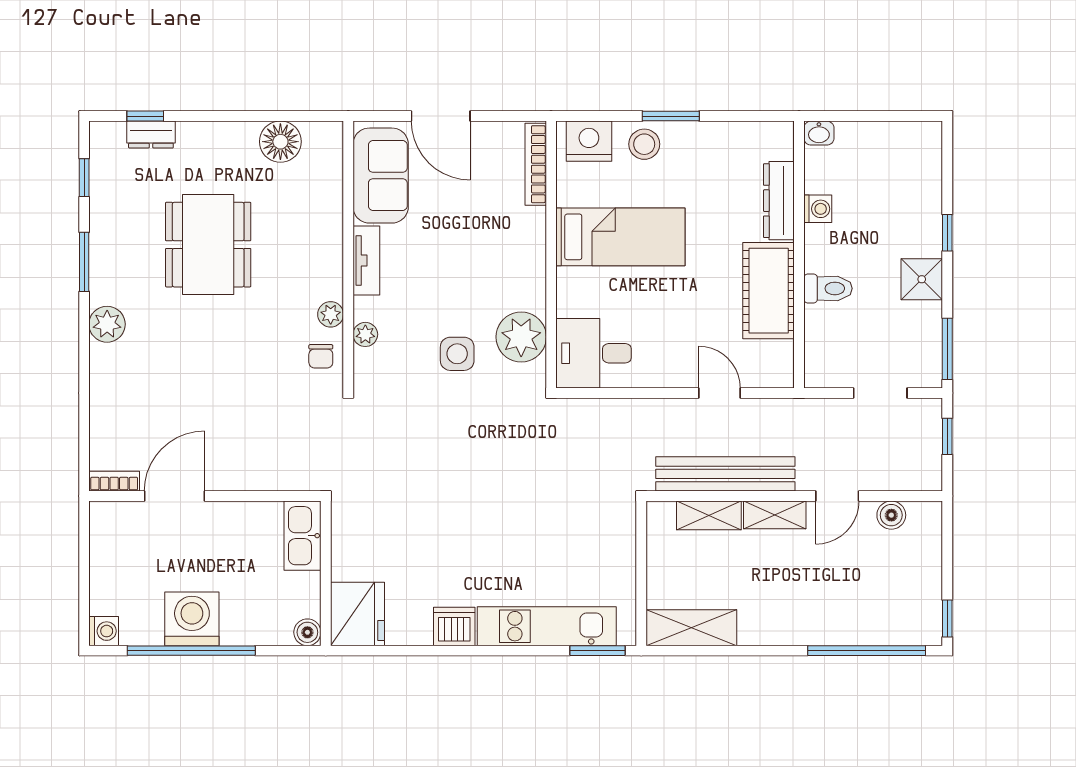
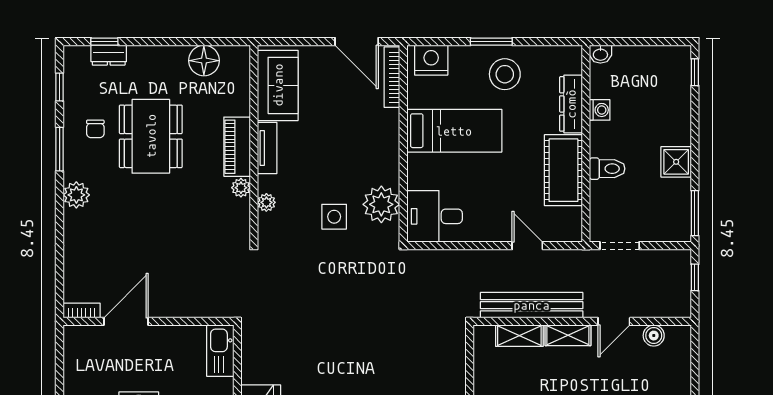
door: (441, 116) -> (357, 42), moved
stool: (644, 144) -> (505, 74), moved, width x1.38, depth x1.38
window: (947, 233) -> (695, 72), moved
piano: (325, 259) -> (237, 147), added
chair: (321, 356) -> (95, 129), moved
doorway: (880, 393) -> (620, 246), moved

